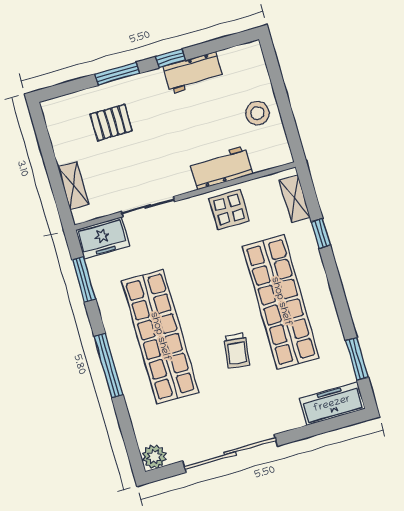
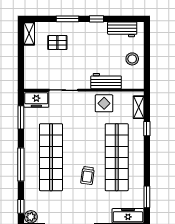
workbench: (193, 73) -> (122, 29), moved
shelving: (73, 186) -> (29, 33), moved
window: (131, 443) -> (21, 206), added

